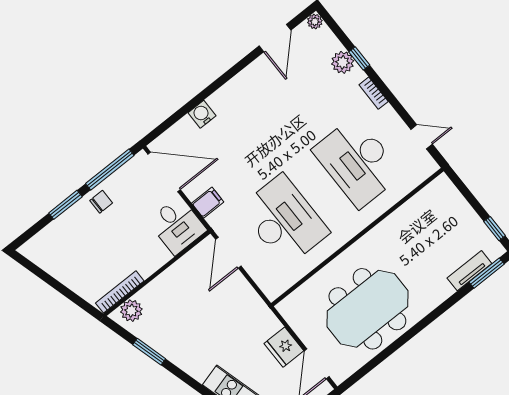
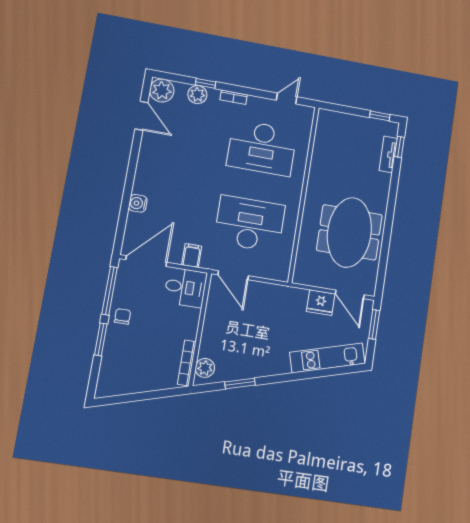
plant: (315, 21) -> (162, 90), width x1.87, depth x1.87
window: (487, 273) -> (399, 147), width x0.67

